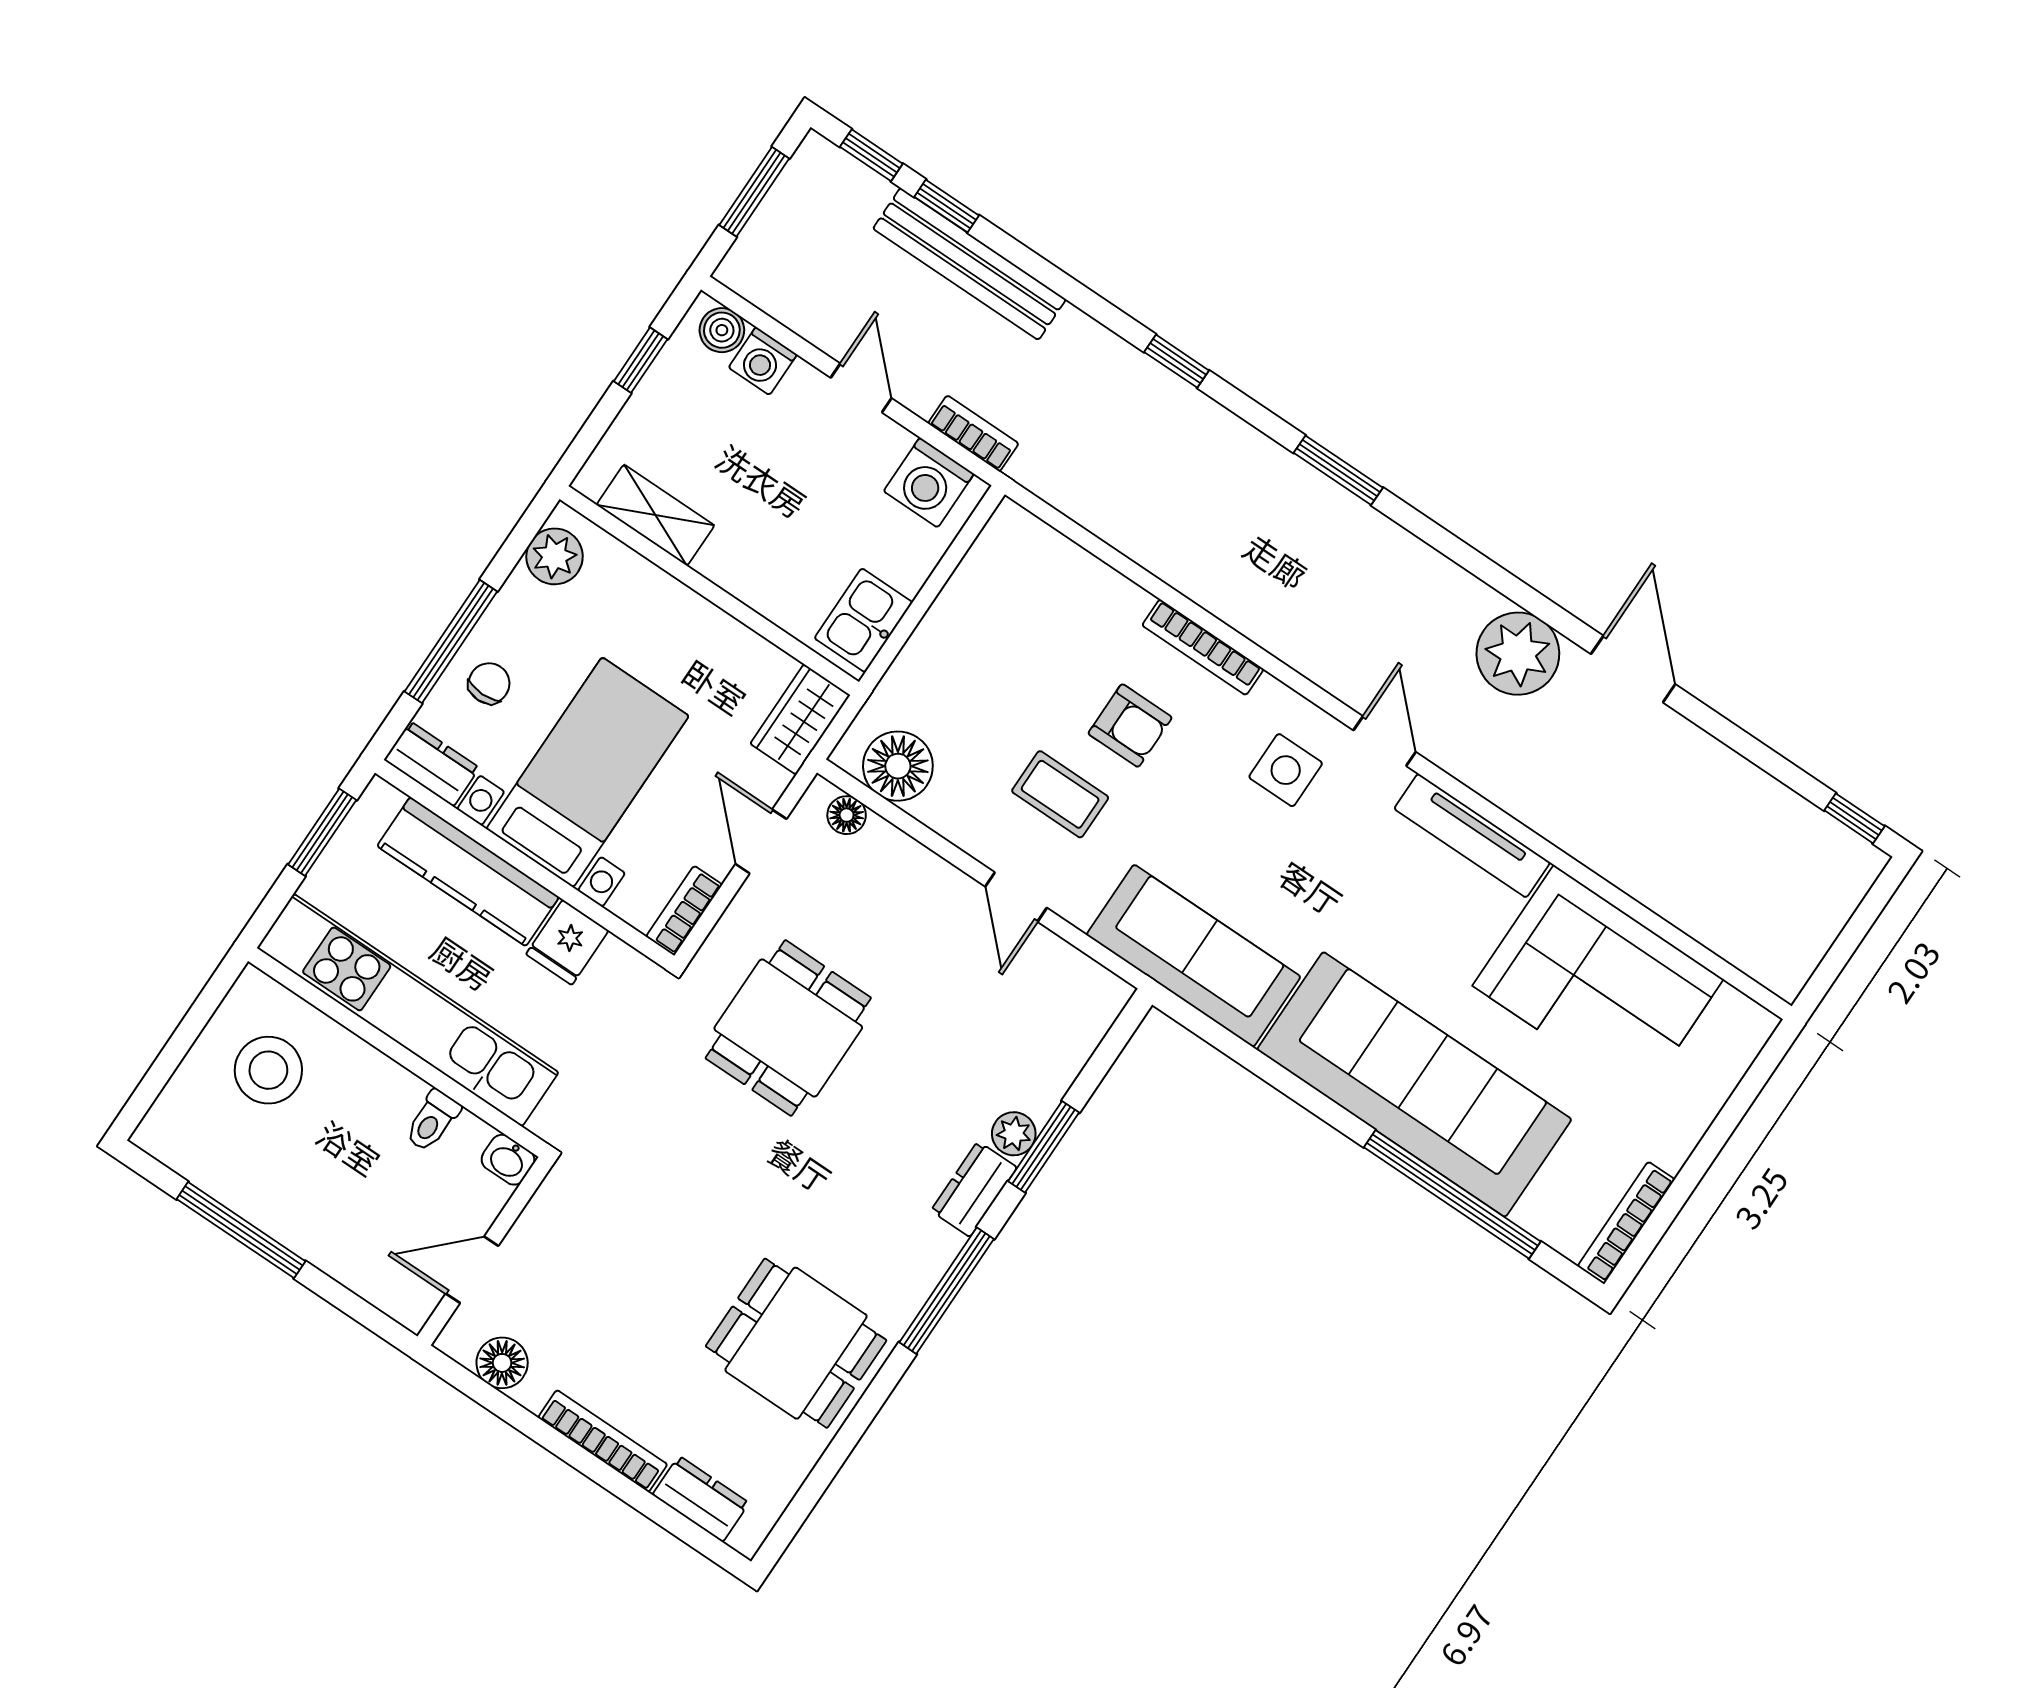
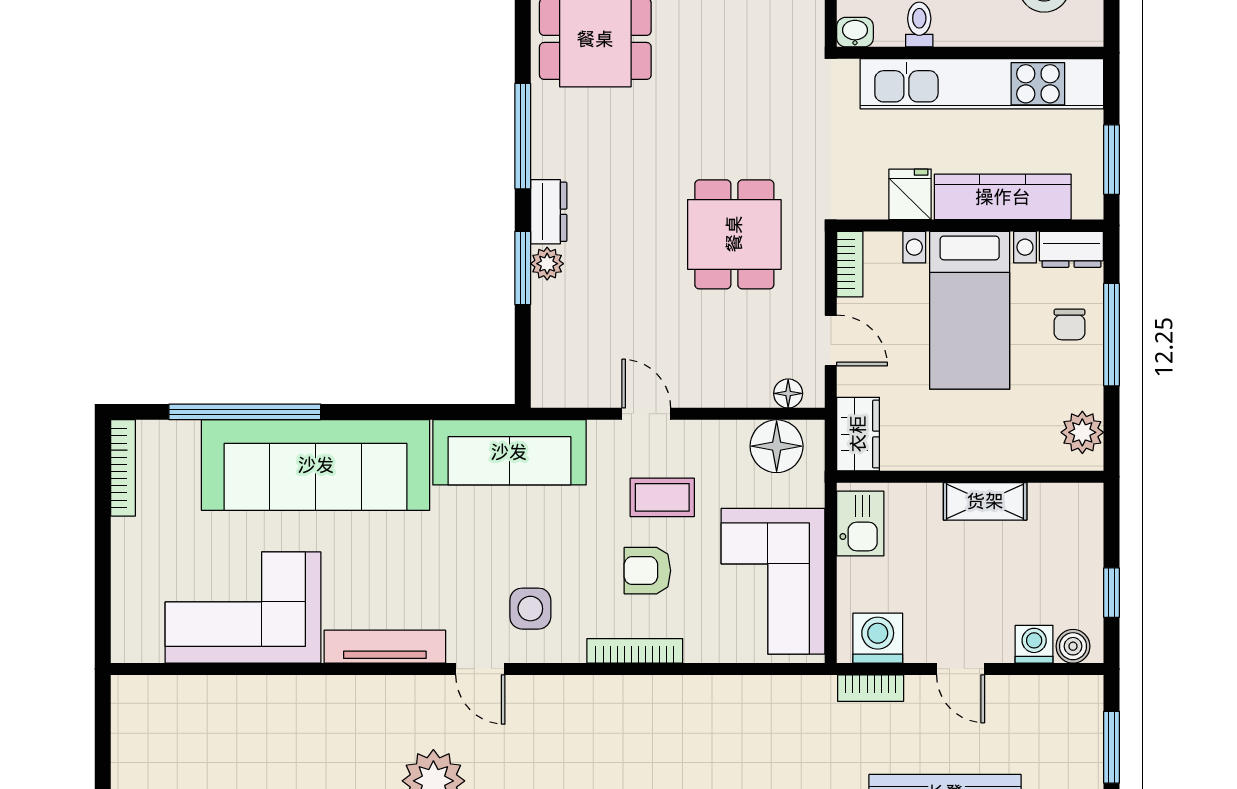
shelving: (655, 515) -> (985, 501), moved
corner sofa: (1001, 622) -> (773, 581), added

